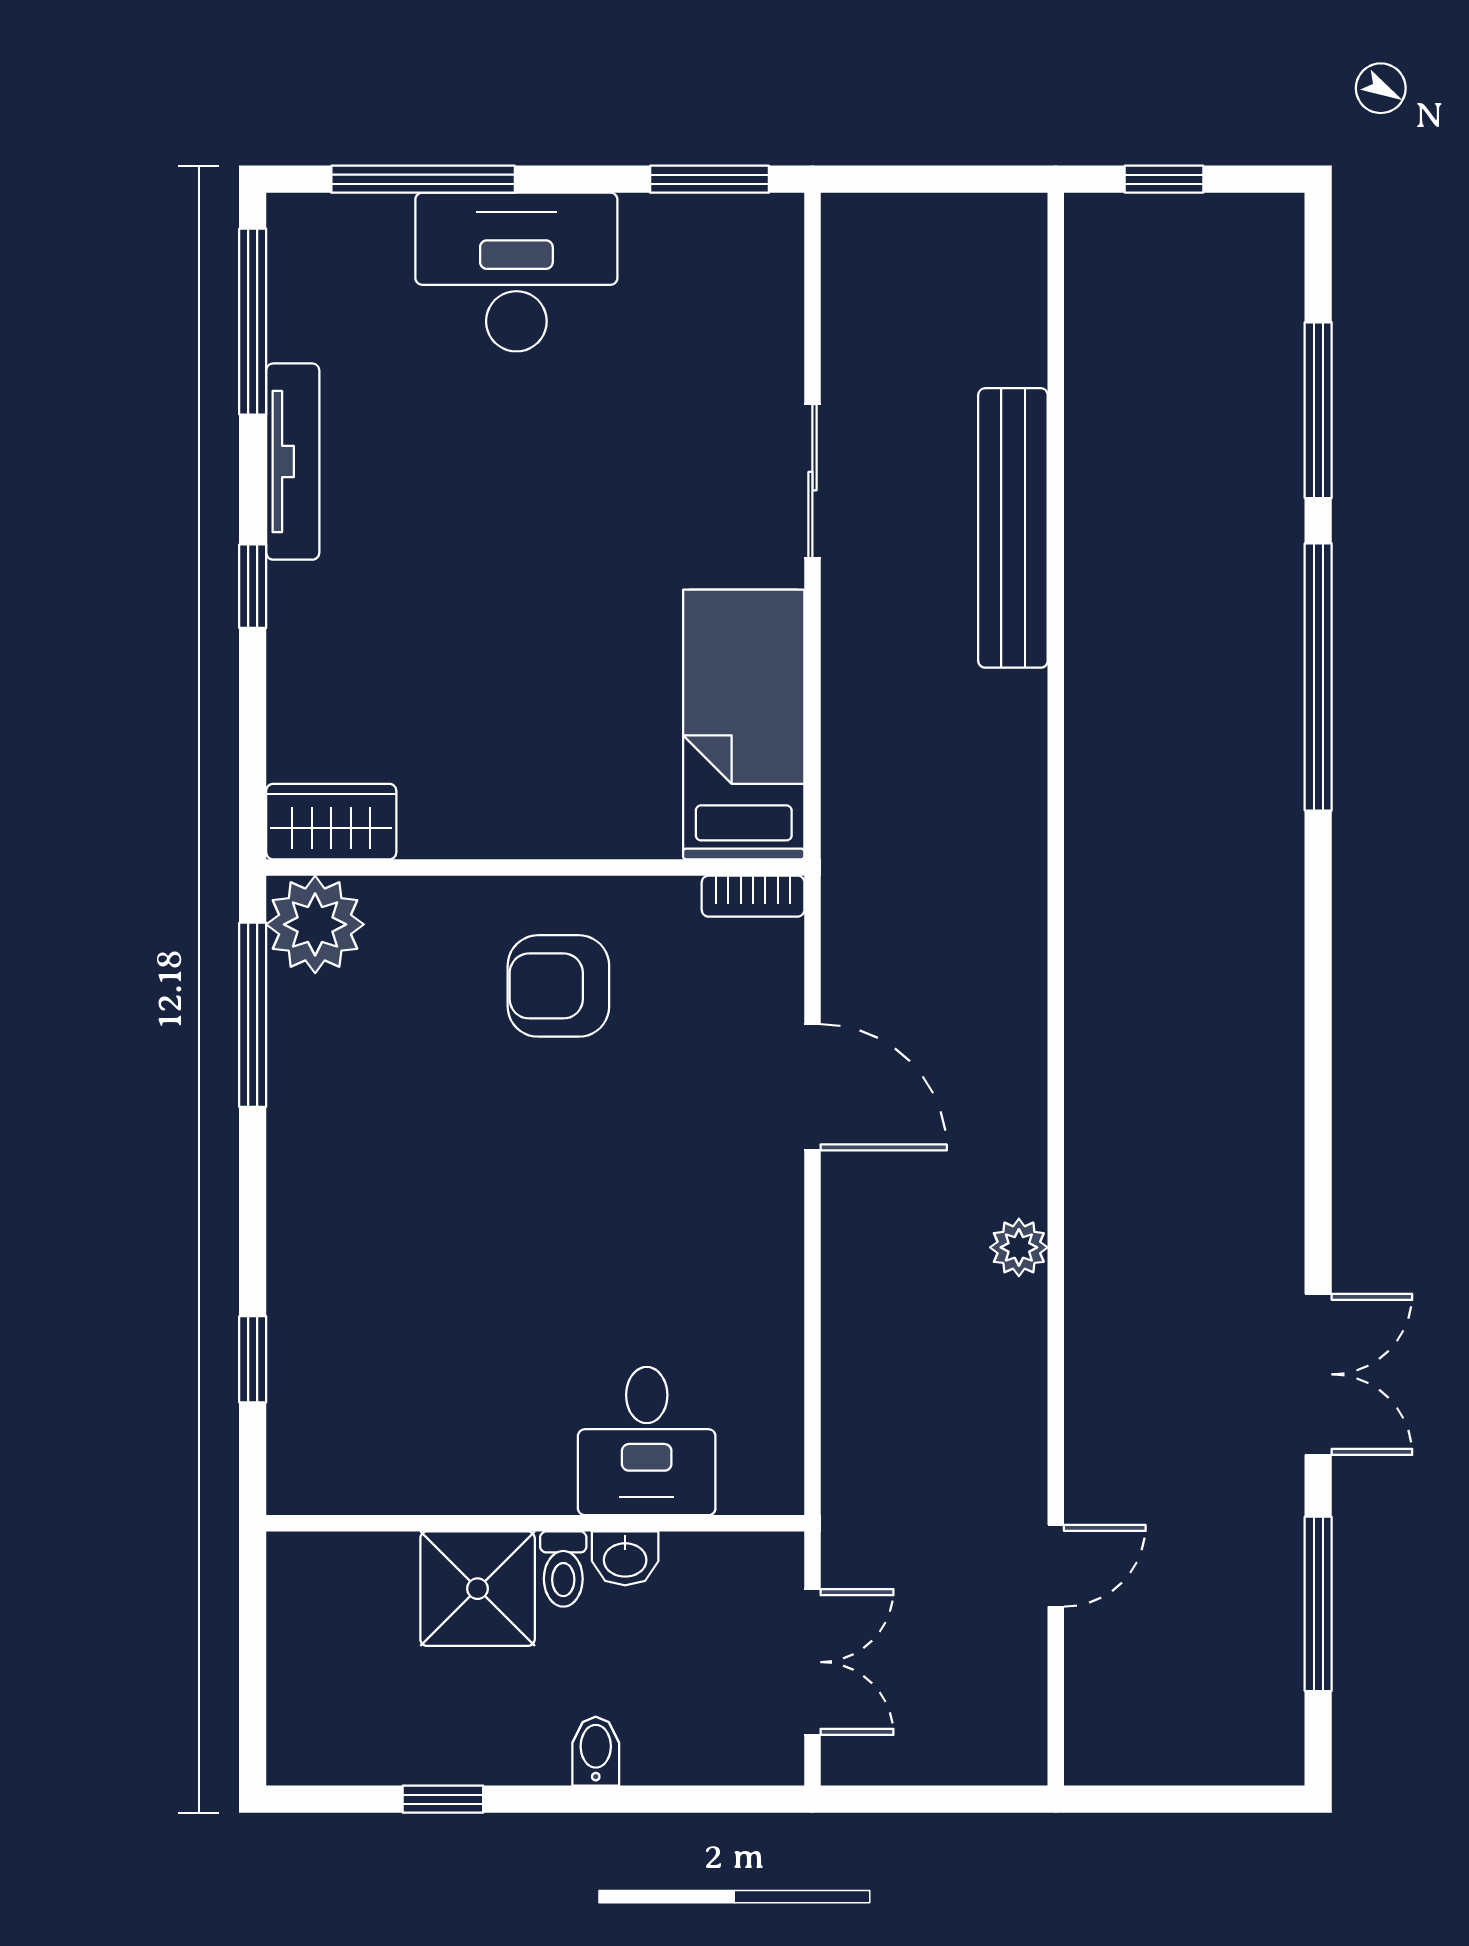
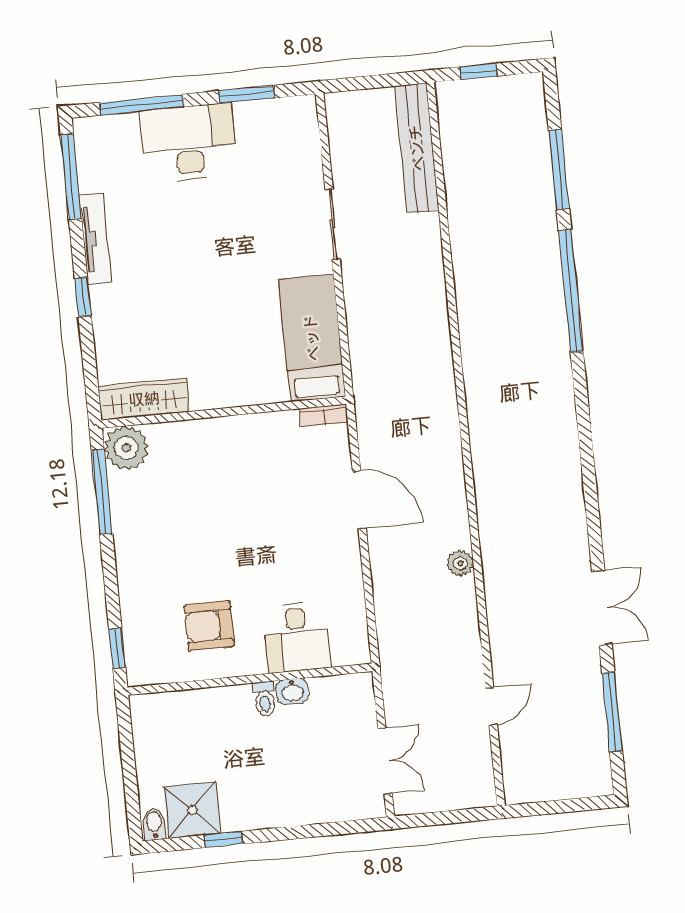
window: (709, 179) -> (246, 94), moved
bench: (1013, 528) -> (417, 148), moved
wardrobe: (331, 822) -> (144, 399), width x1.50
armchair: (558, 986) -> (209, 626), moved
desk: (647, 1441) -> (297, 637), moved
wall: (535, 1523) -> (250, 679), moved
washbasin: (625, 1558) -> (292, 691), moved
toilet: (563, 1569) -> (265, 699), moved
shower: (478, 1589) -> (192, 810), moved
bidet: (596, 1751) -> (154, 824), moved

